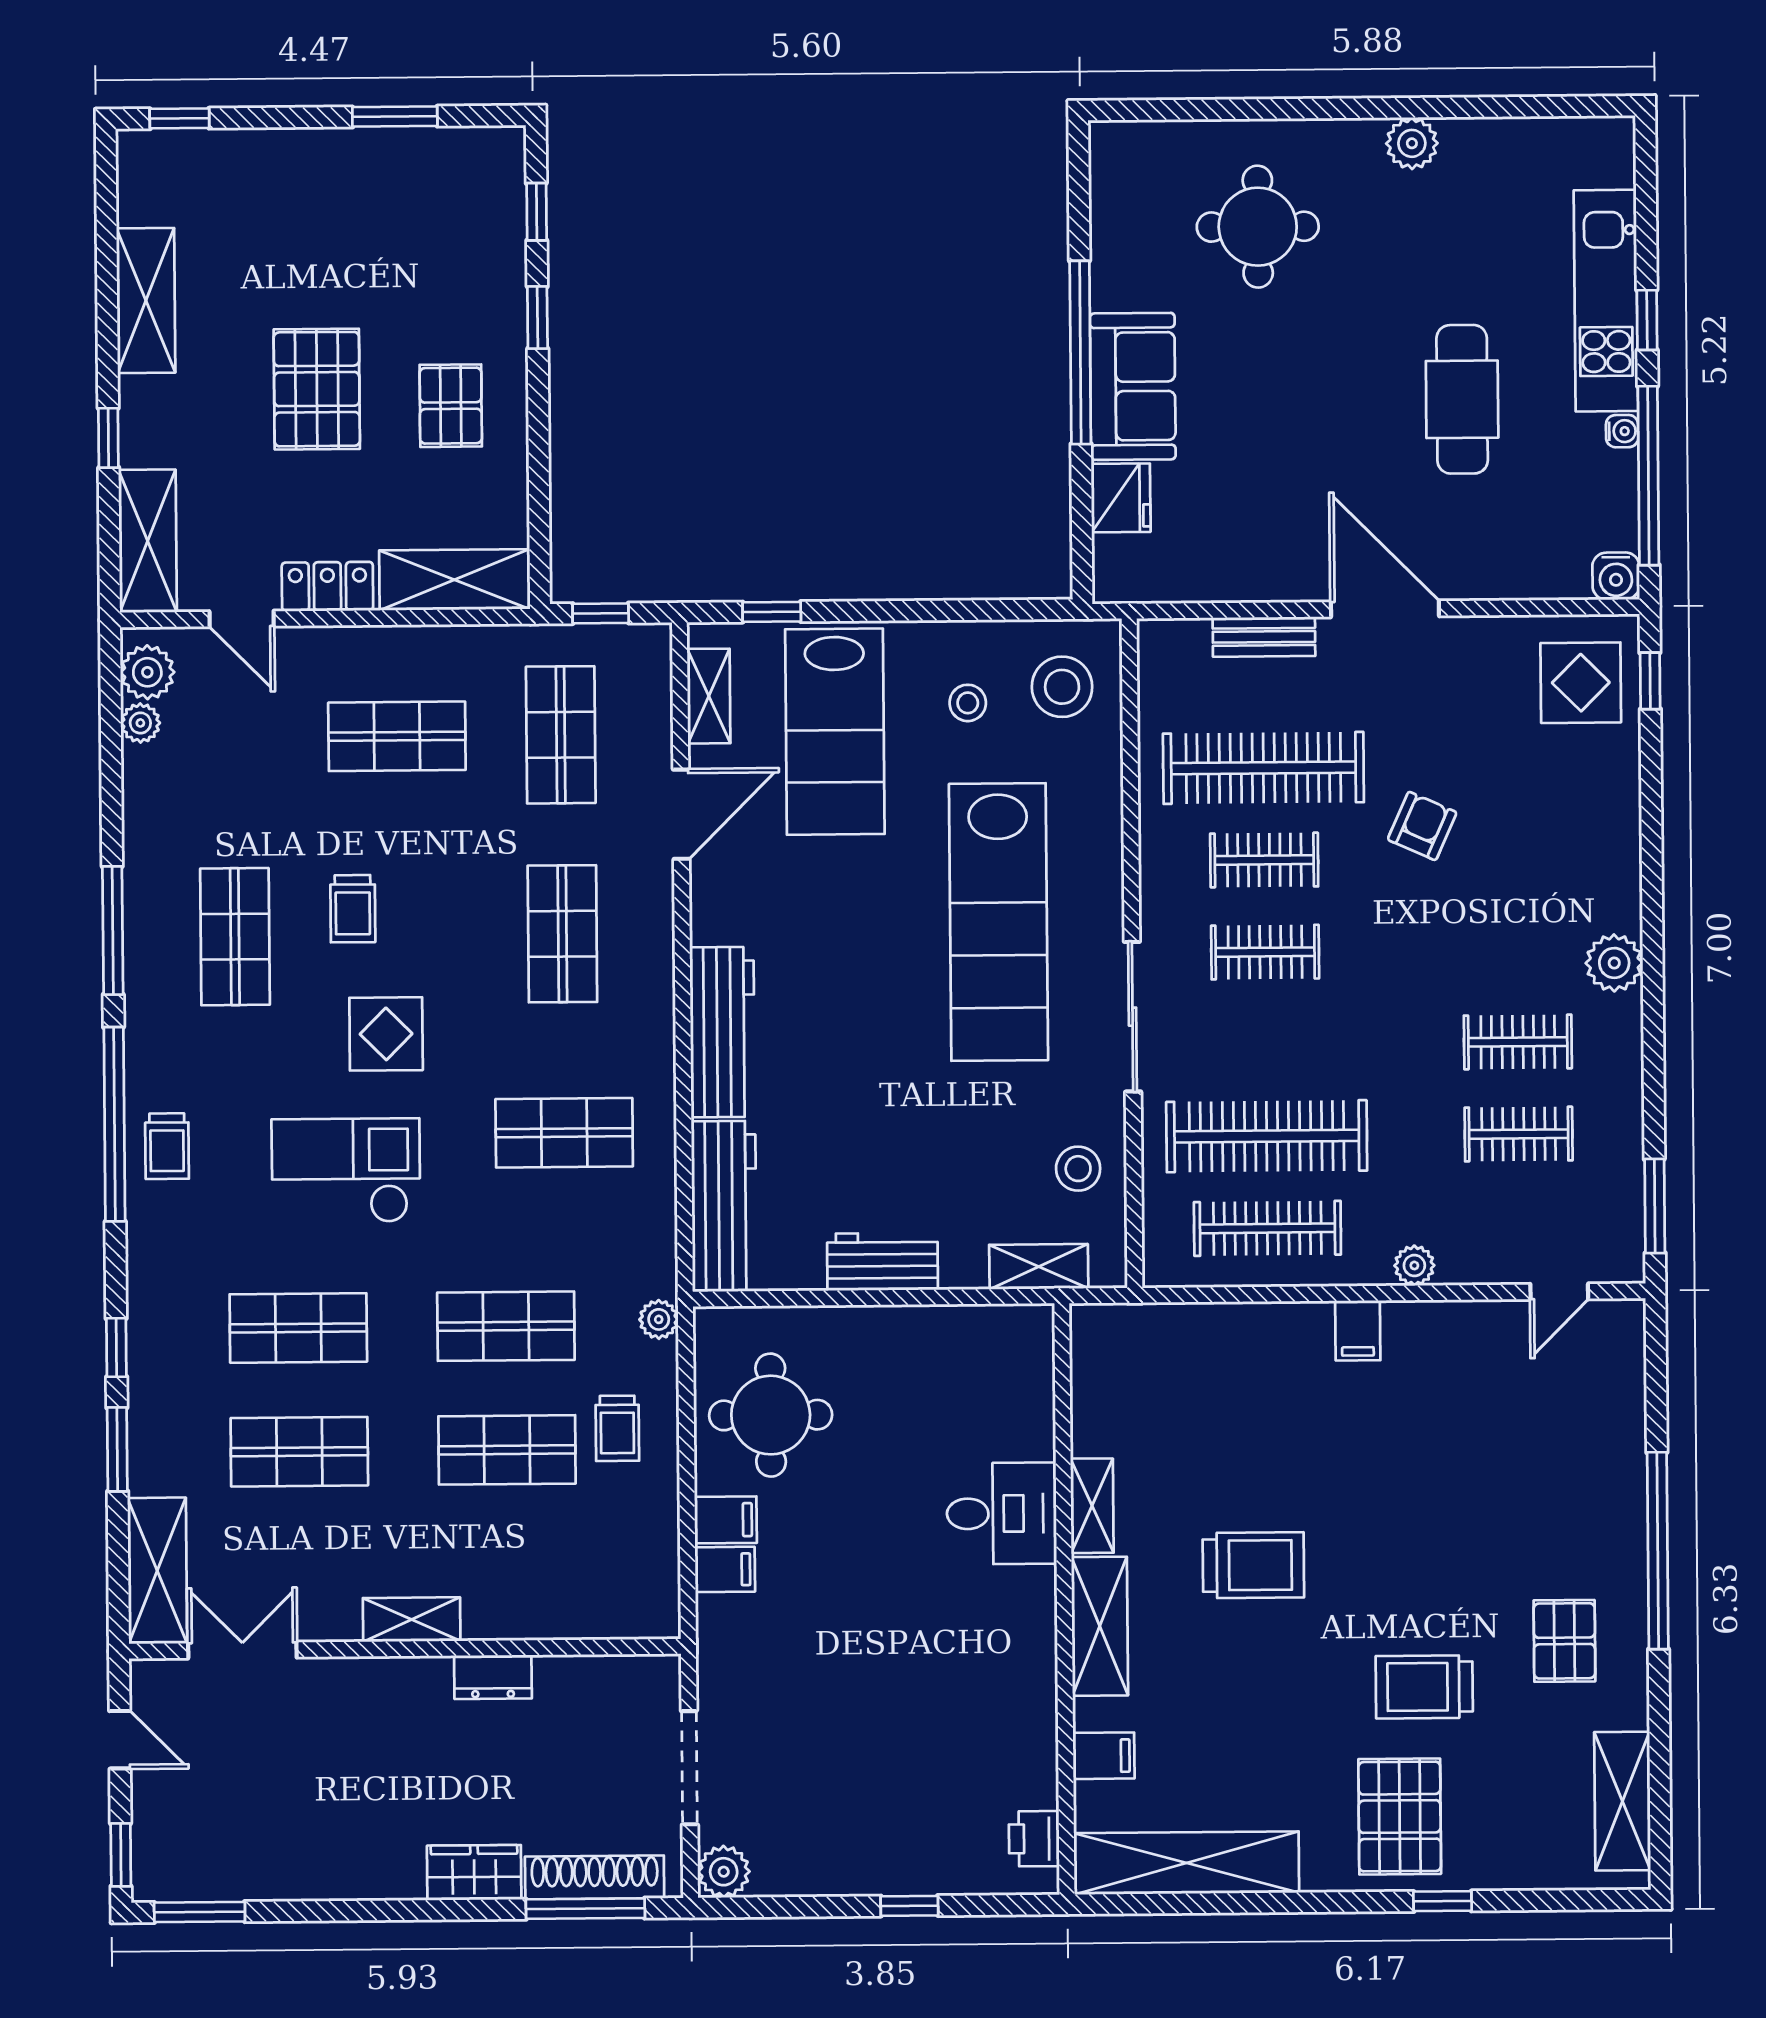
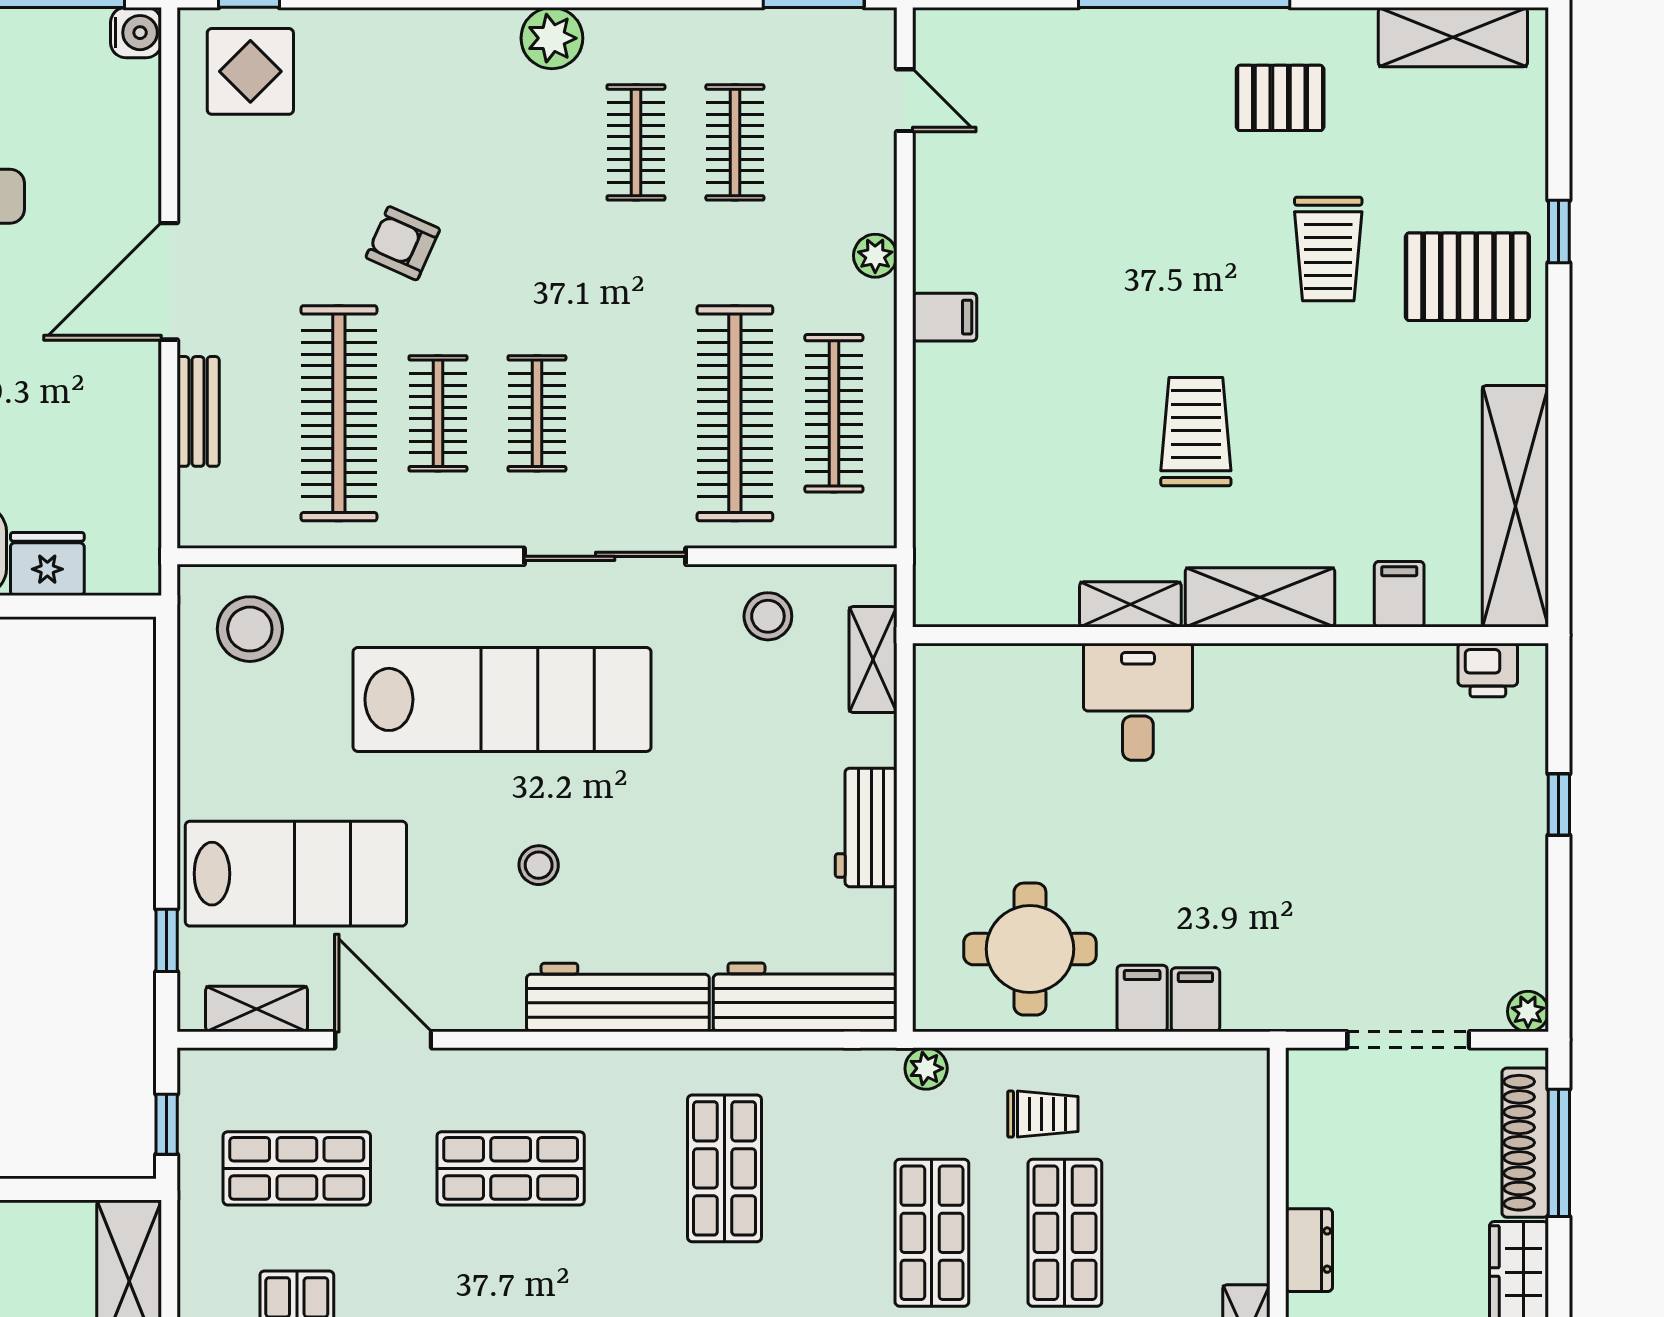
stool: (968, 703) -> (539, 865), moved
plant: (724, 1872) -> (1528, 1011), width x0.73, depth x0.73

